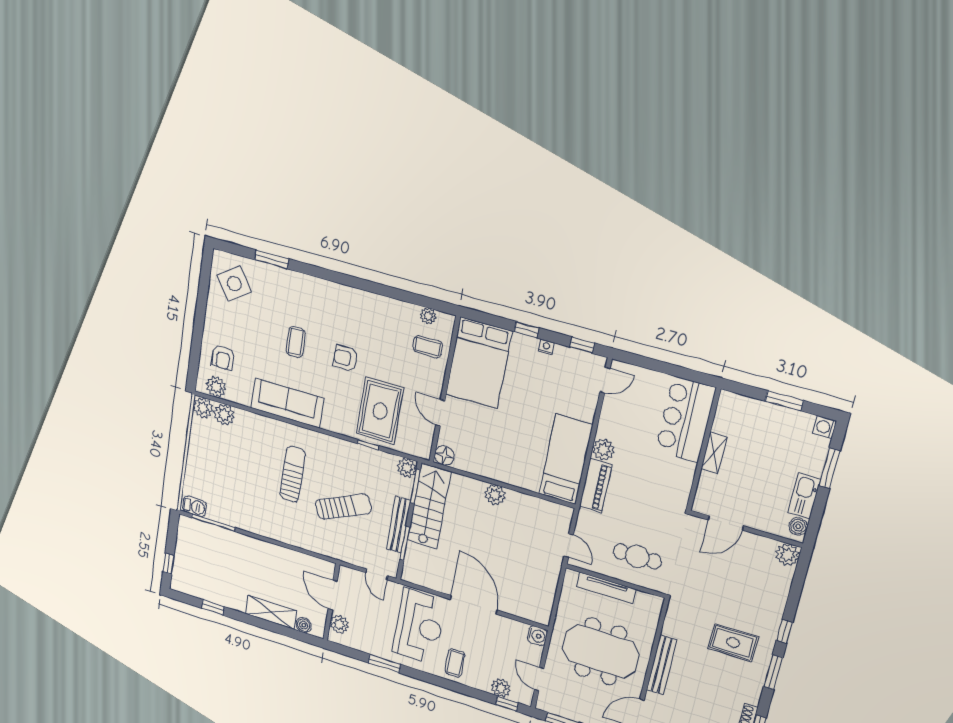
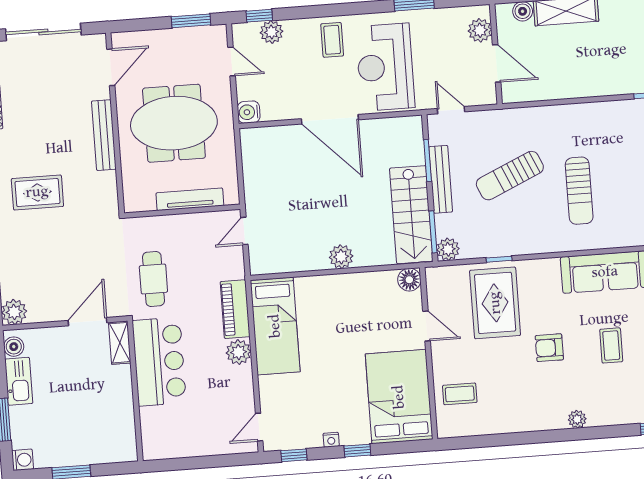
plant: (428, 316) -> (577, 419), moved
armchair: (345, 358) -> (549, 348), turned 180
bar counter: (686, 420) -> (159, 362), moved
shelving: (714, 453) -> (120, 343), moved
door: (569, 546) -> (244, 231), hinge flipped
cafe table: (637, 556) -> (153, 279), moved, turned 90

